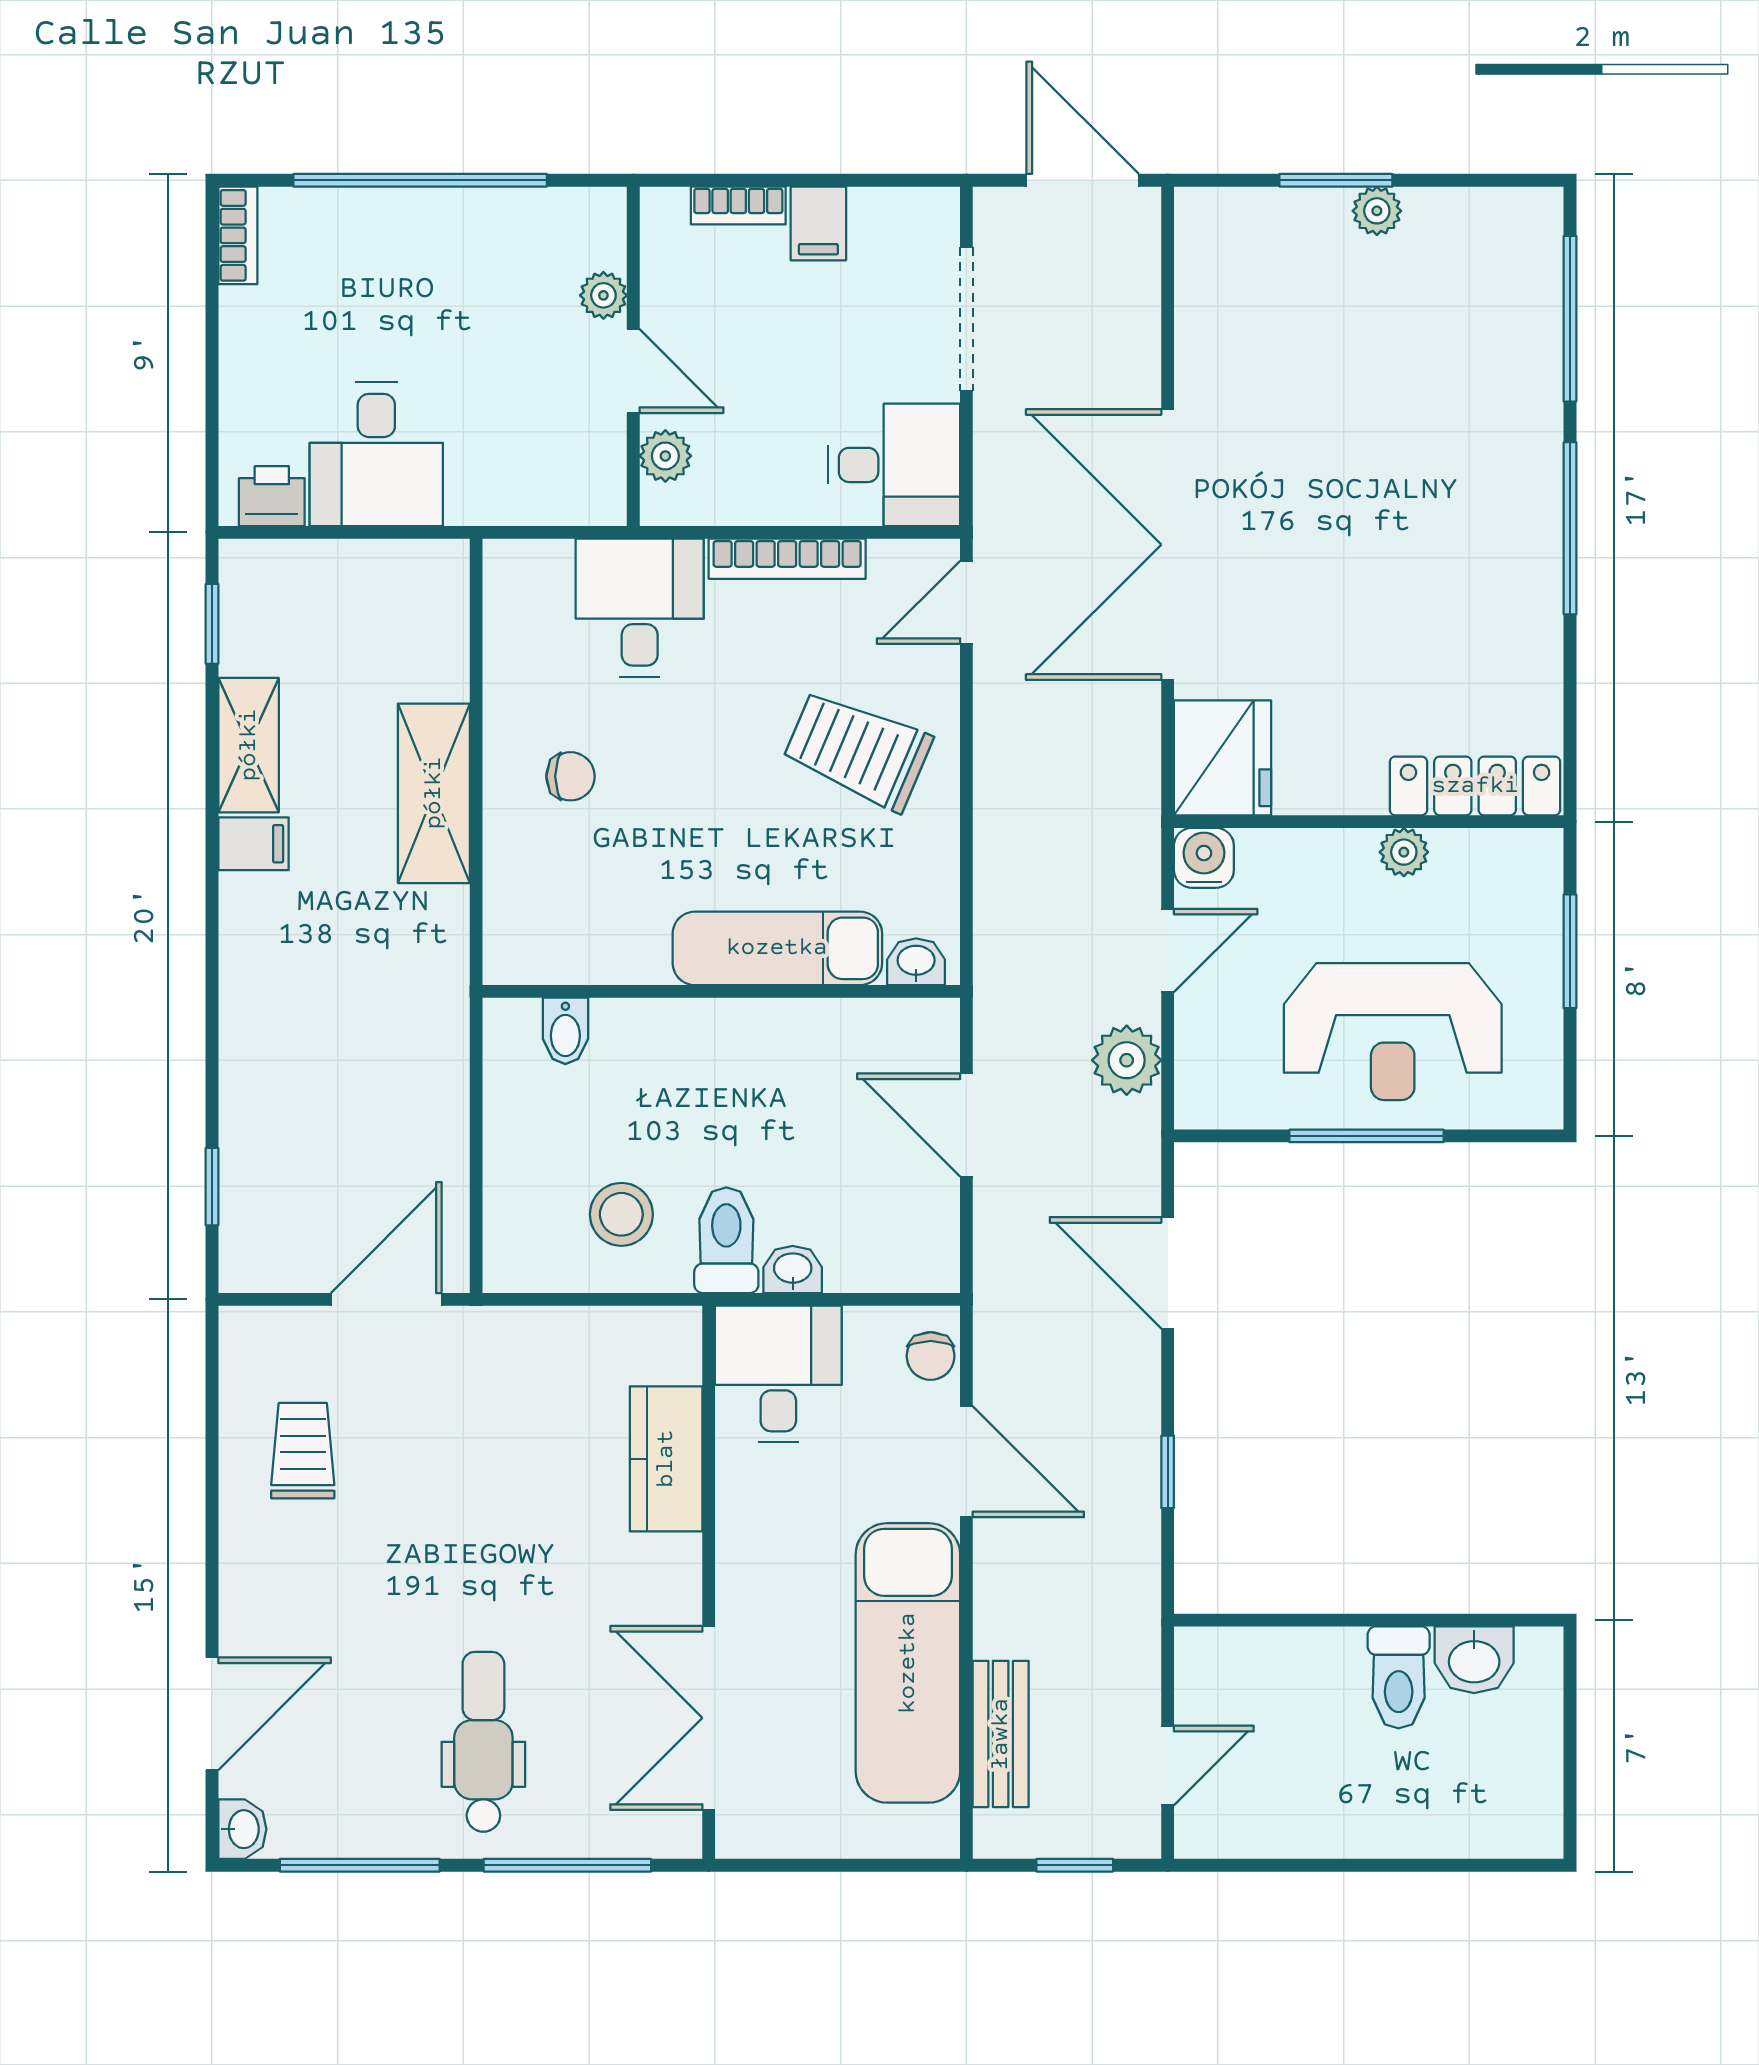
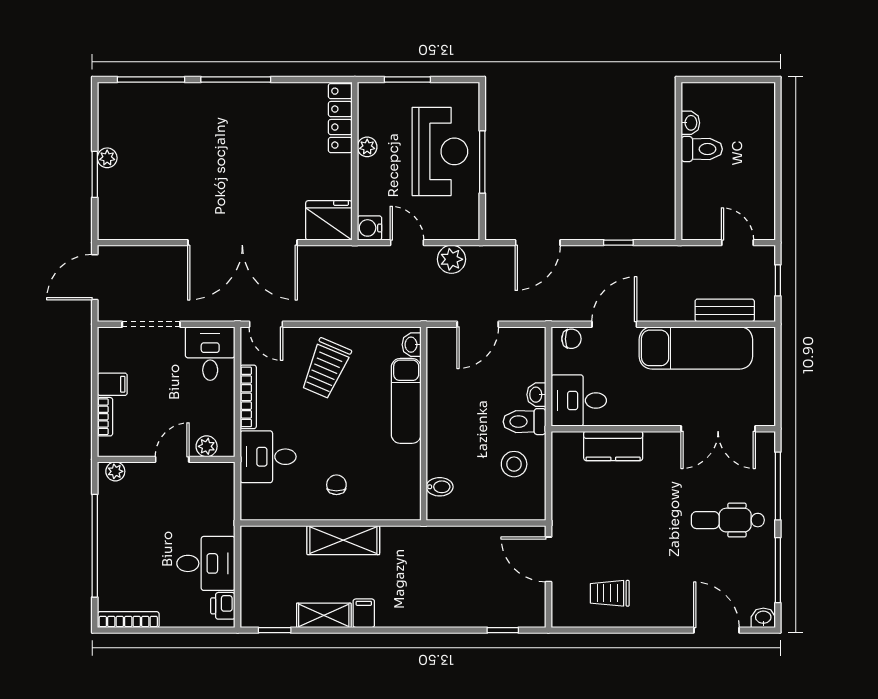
bookcase: (238, 235) -> (128, 620), width x1.56
plant: (603, 295) -> (115, 471), moved
washbasin: (1474, 1660) -> (690, 123), width x0.72, depth x0.69

